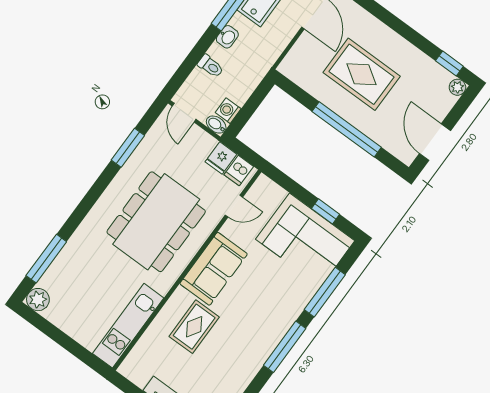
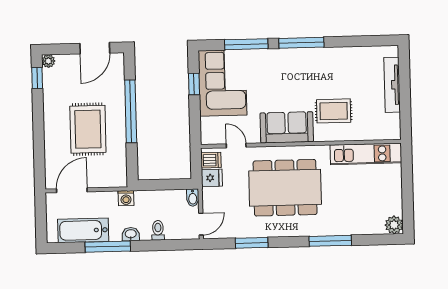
washing machine: (228, 111) -> (126, 198), moved
window: (46, 259) -> (330, 241), moved

